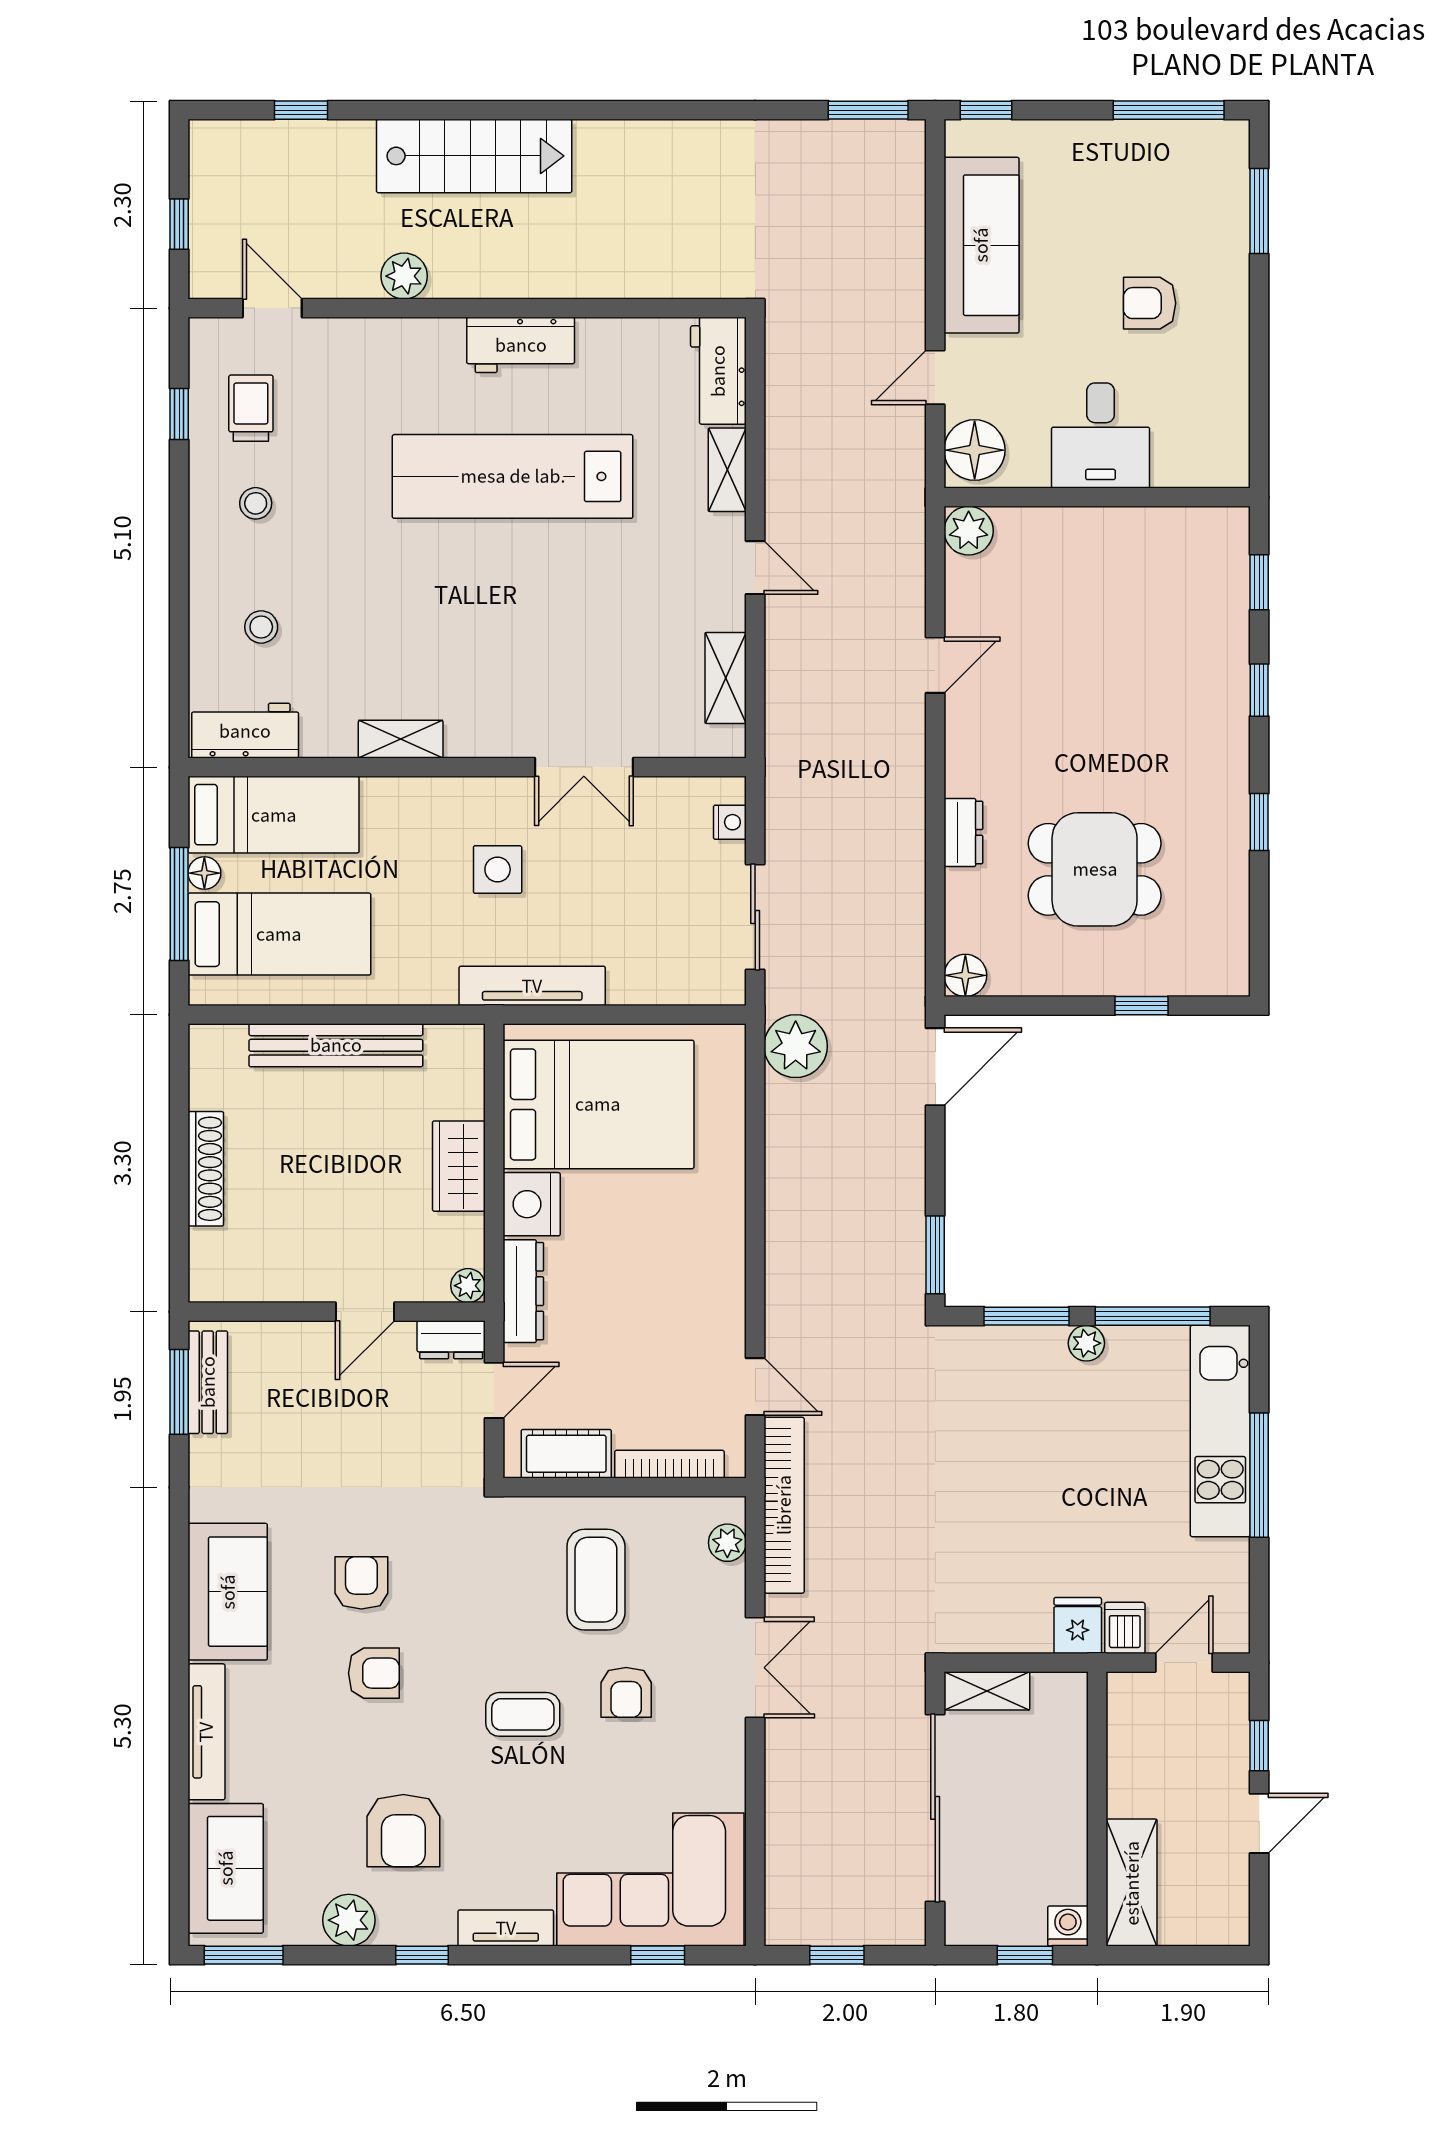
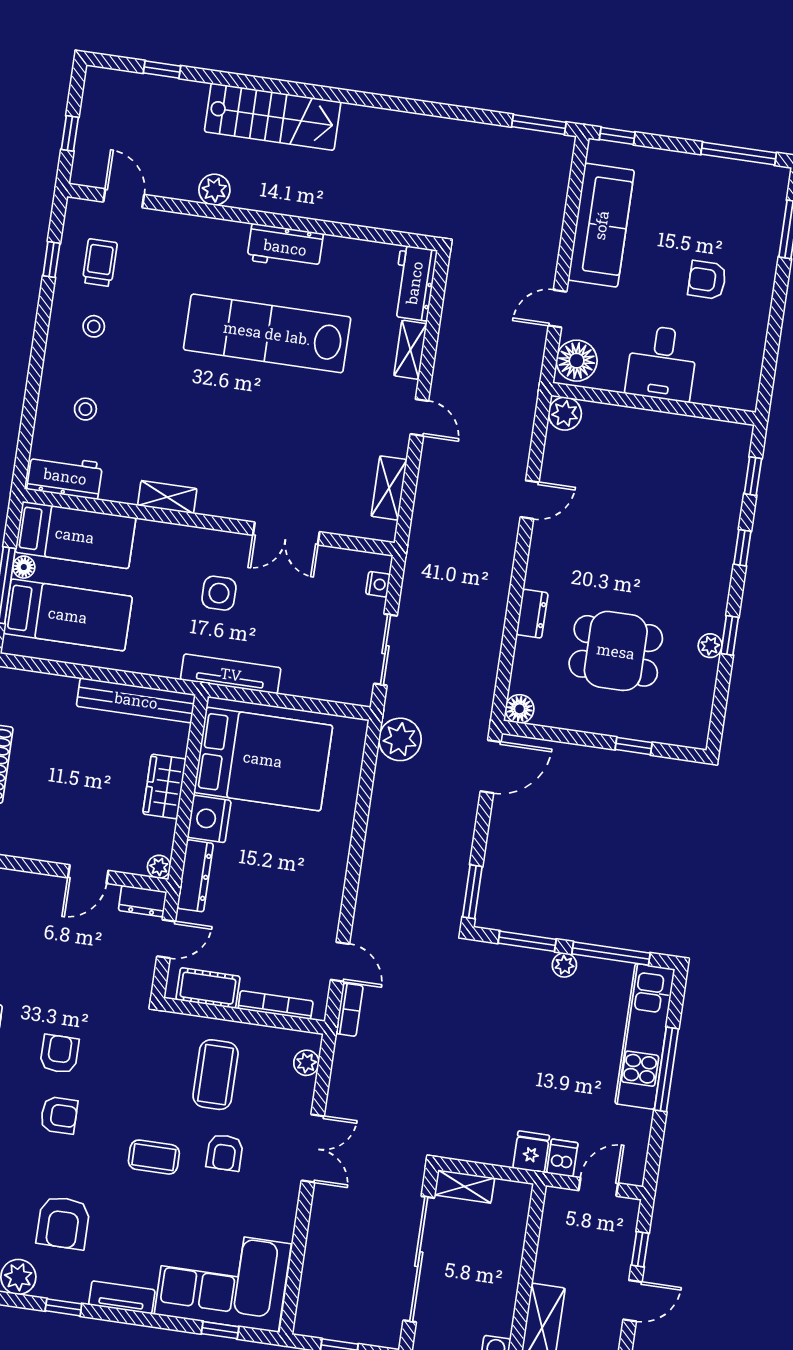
plant: (1232, 841) -> (710, 646), added
bench: (336, 1045) -> (136, 700), moved
bookcase: (784, 1505) -> (349, 1010), width x0.43, depth x0.76

